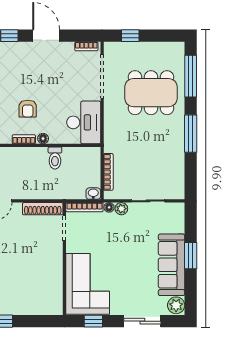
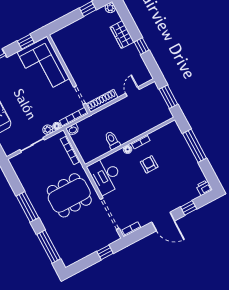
dining table: (151, 93) -> (69, 195), moved

